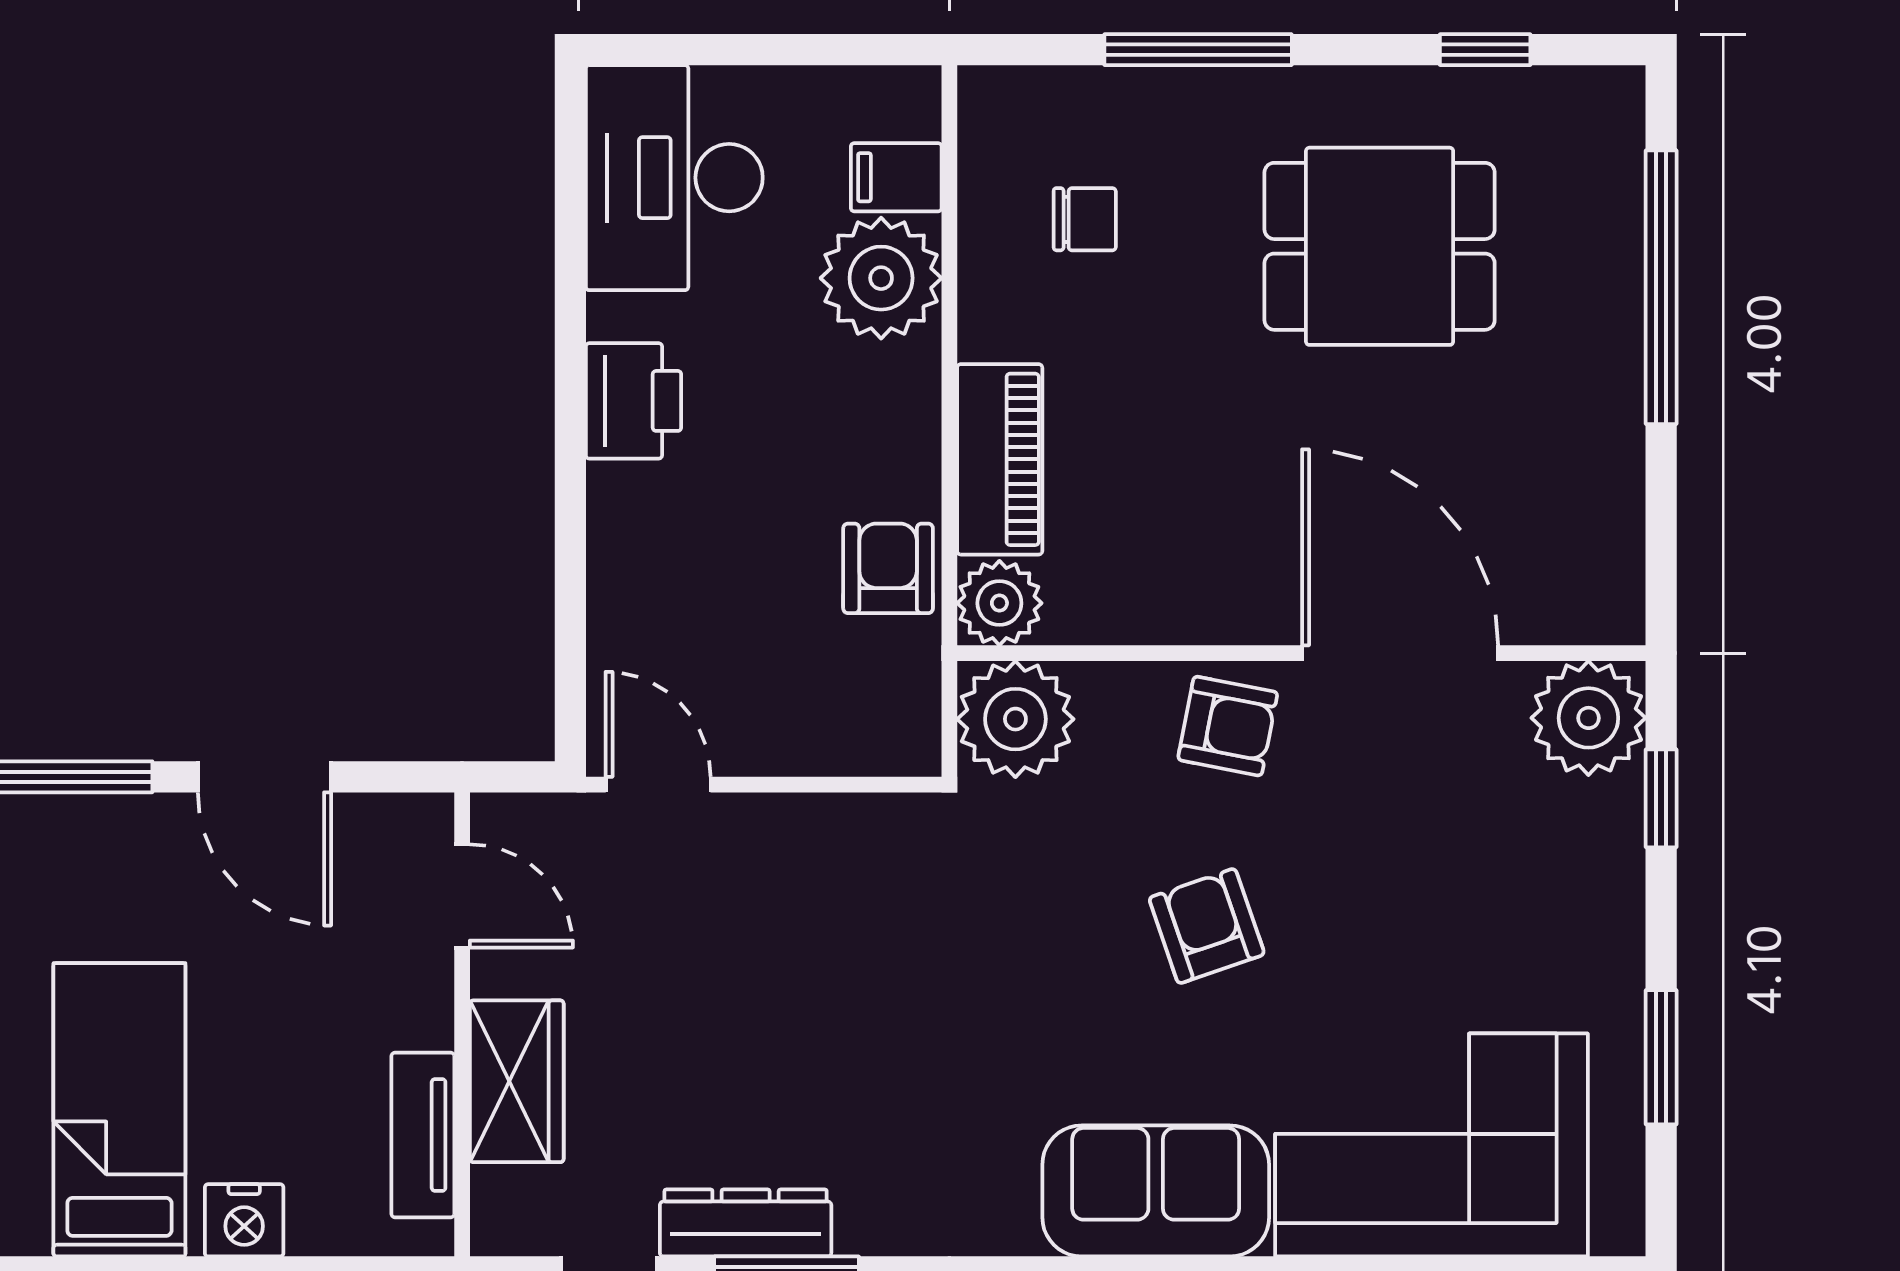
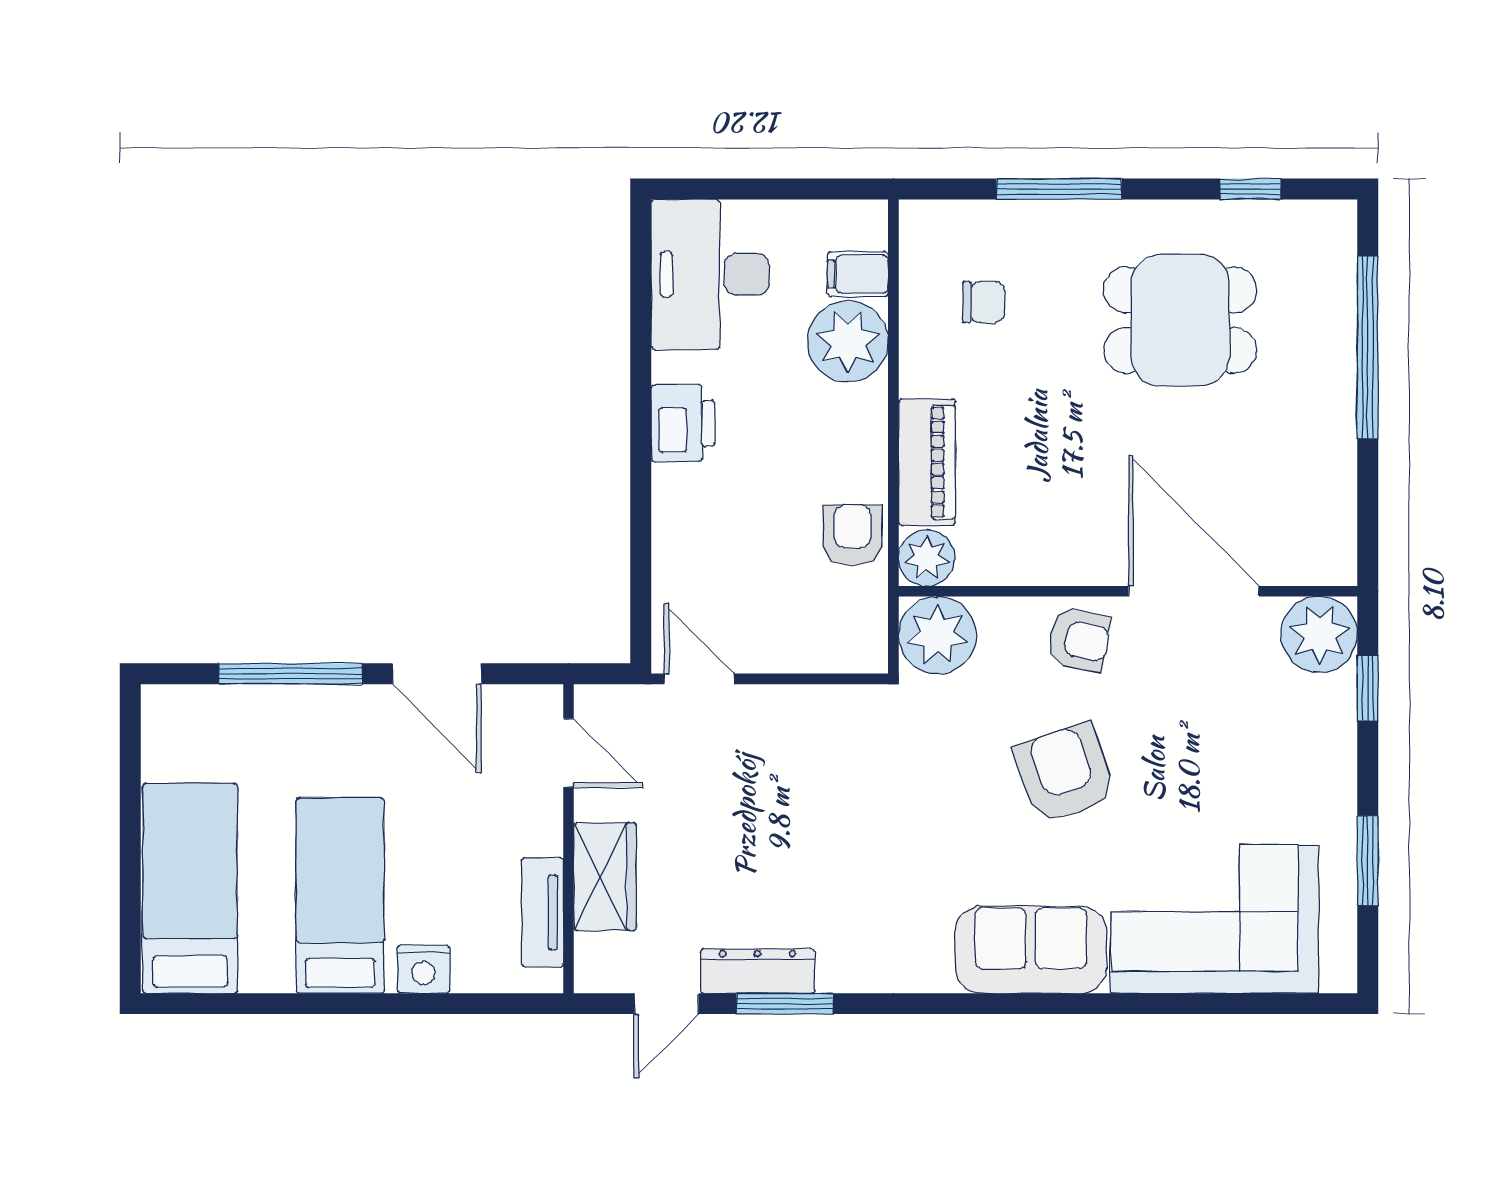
armchair: (1207, 926) -> (1065, 773), width x1.38, depth x1.38

